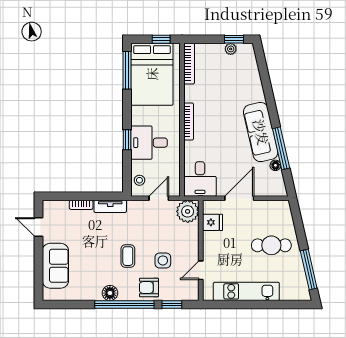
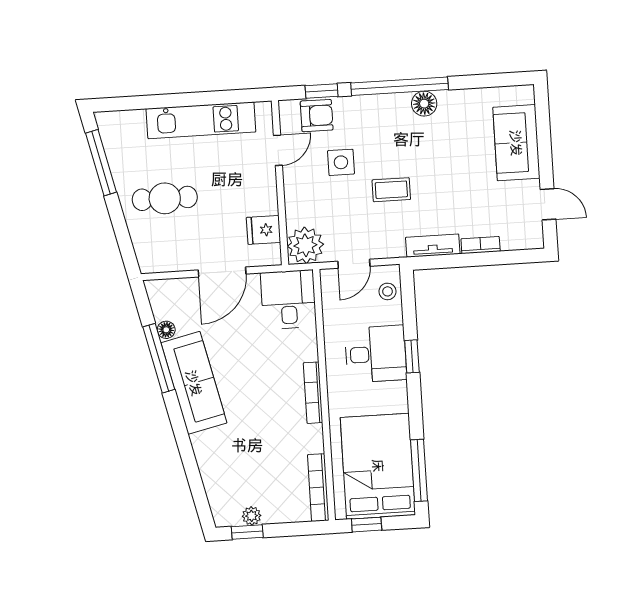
coffee table: (128, 256) -> (391, 190), moved, turned 90
armchair: (149, 287) -> (317, 116), moved

